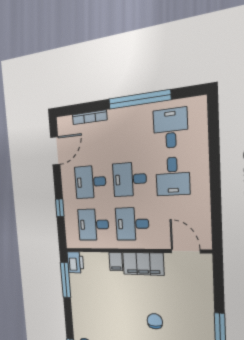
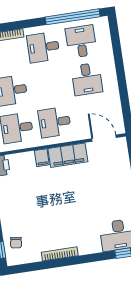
window: (139, 99) -> (73, 17), moved
desk: (130, 179) -> (43, 47), moved
chair: (155, 321) -> (83, 204), removed

